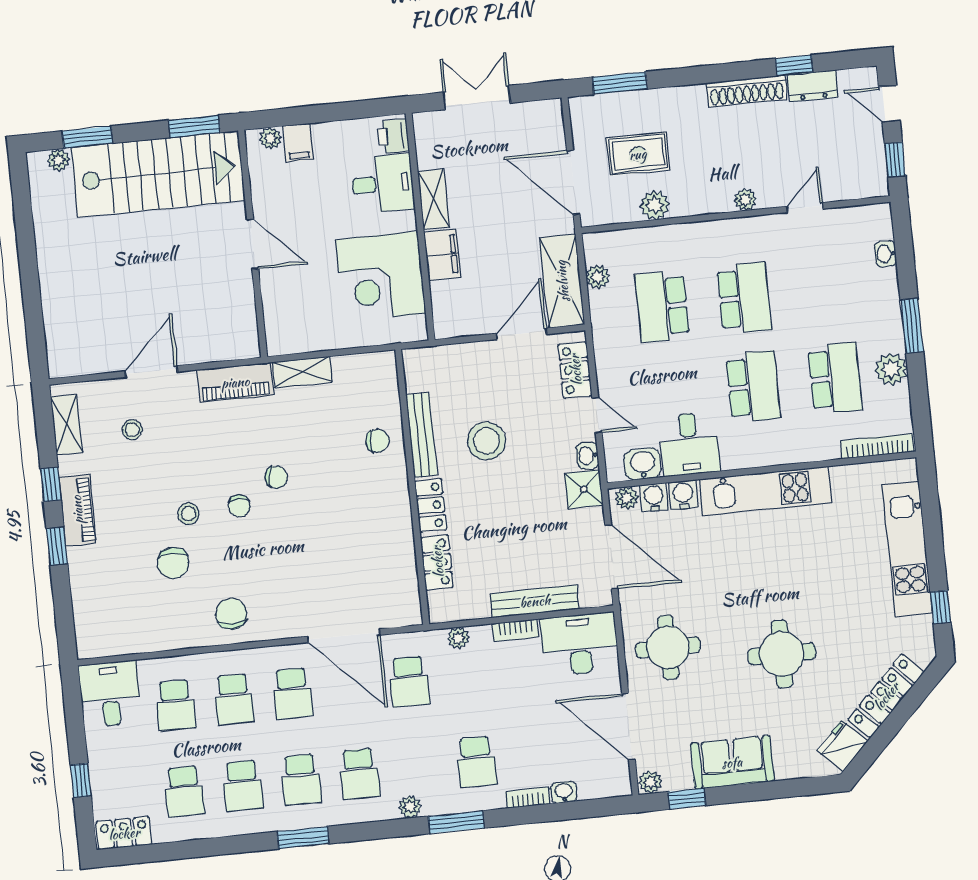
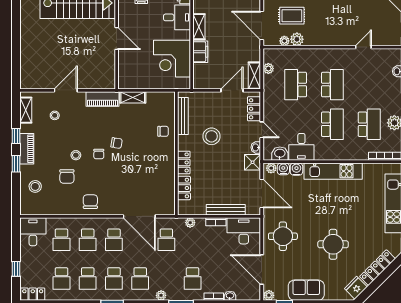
plant: (745, 200) -> (284, 41), moved
shelving: (562, 281) -> (254, 76), width x0.67, depth x0.75
bench: (421, 435) -> (183, 116), moved
stool: (105, 592) -> (35, 186), added

